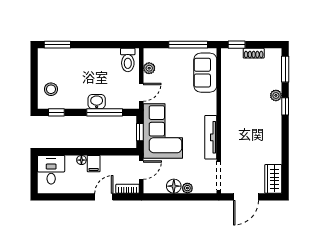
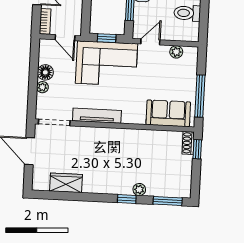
shoe rack: (254, 53) -> (188, 143), moved
toilet: (128, 60) -> (187, 13), moved
door: (141, 92) -> (150, 42), swing flipped
wardrobe: (273, 179) -> (66, 183), moved

